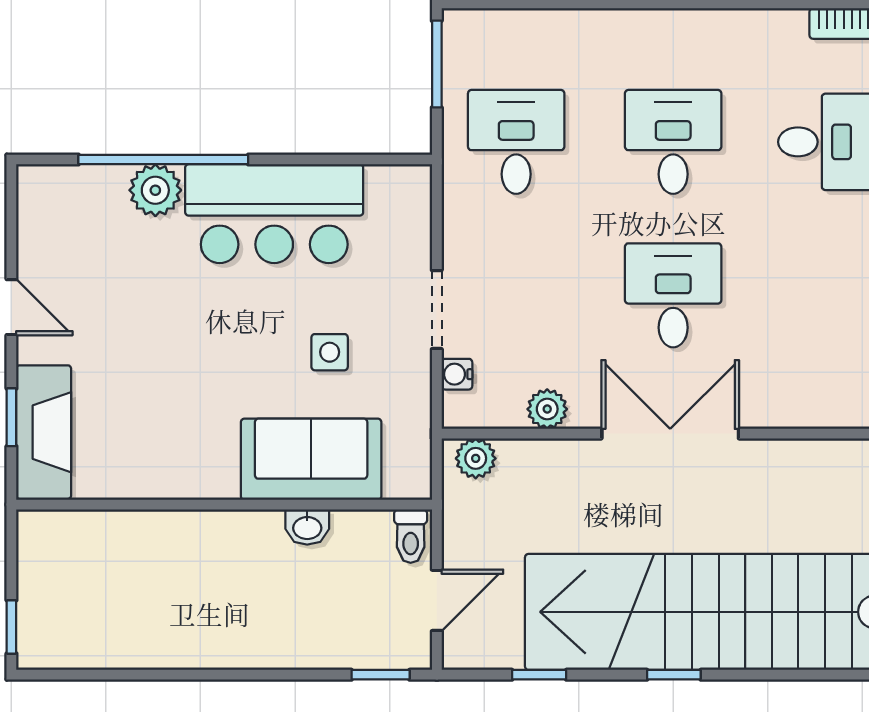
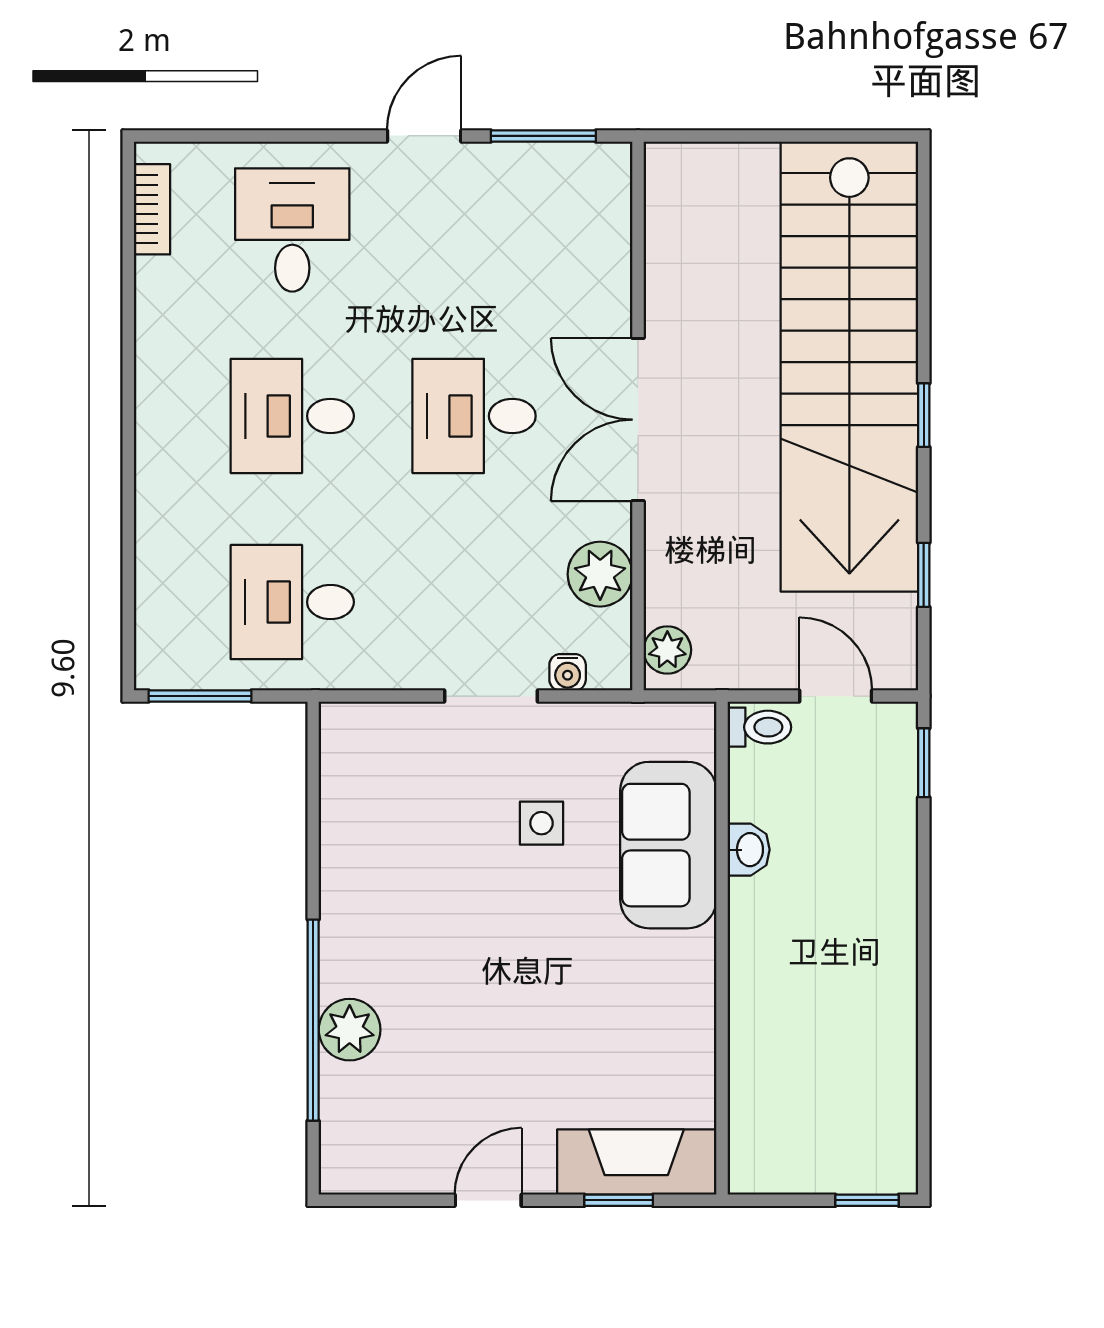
bar counter: (274, 214) -> (377, 889), removed
plant: (547, 409) -> (600, 574), width x1.38, depth x1.38

